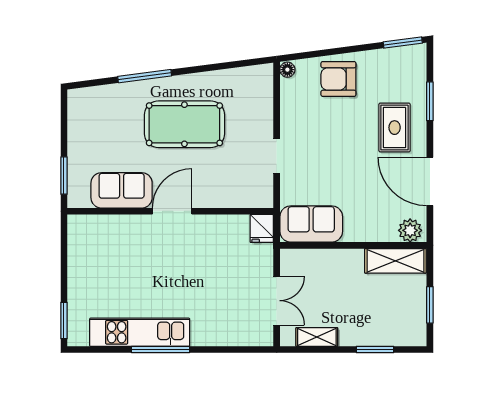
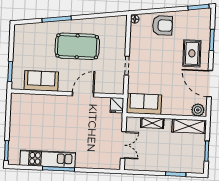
armchair: (338, 79) -> (162, 25), turned 180
door: (172, 211) -> (83, 94), moved
shelving: (317, 337) -> (152, 123), moved

